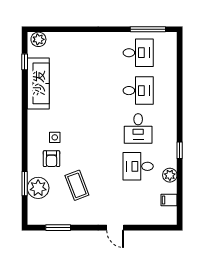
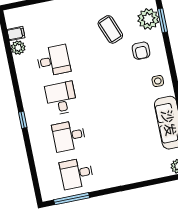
side table: (55, 137) -> (158, 81), moved
window: (180, 150) -> (23, 120), moved
armchair: (51, 159) -> (141, 51), turned 180
plant: (170, 175) -> (18, 48), moved

